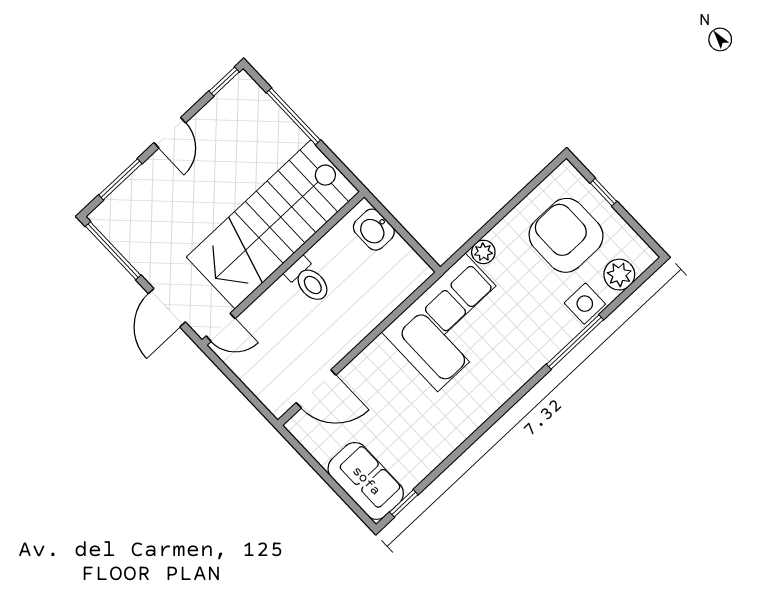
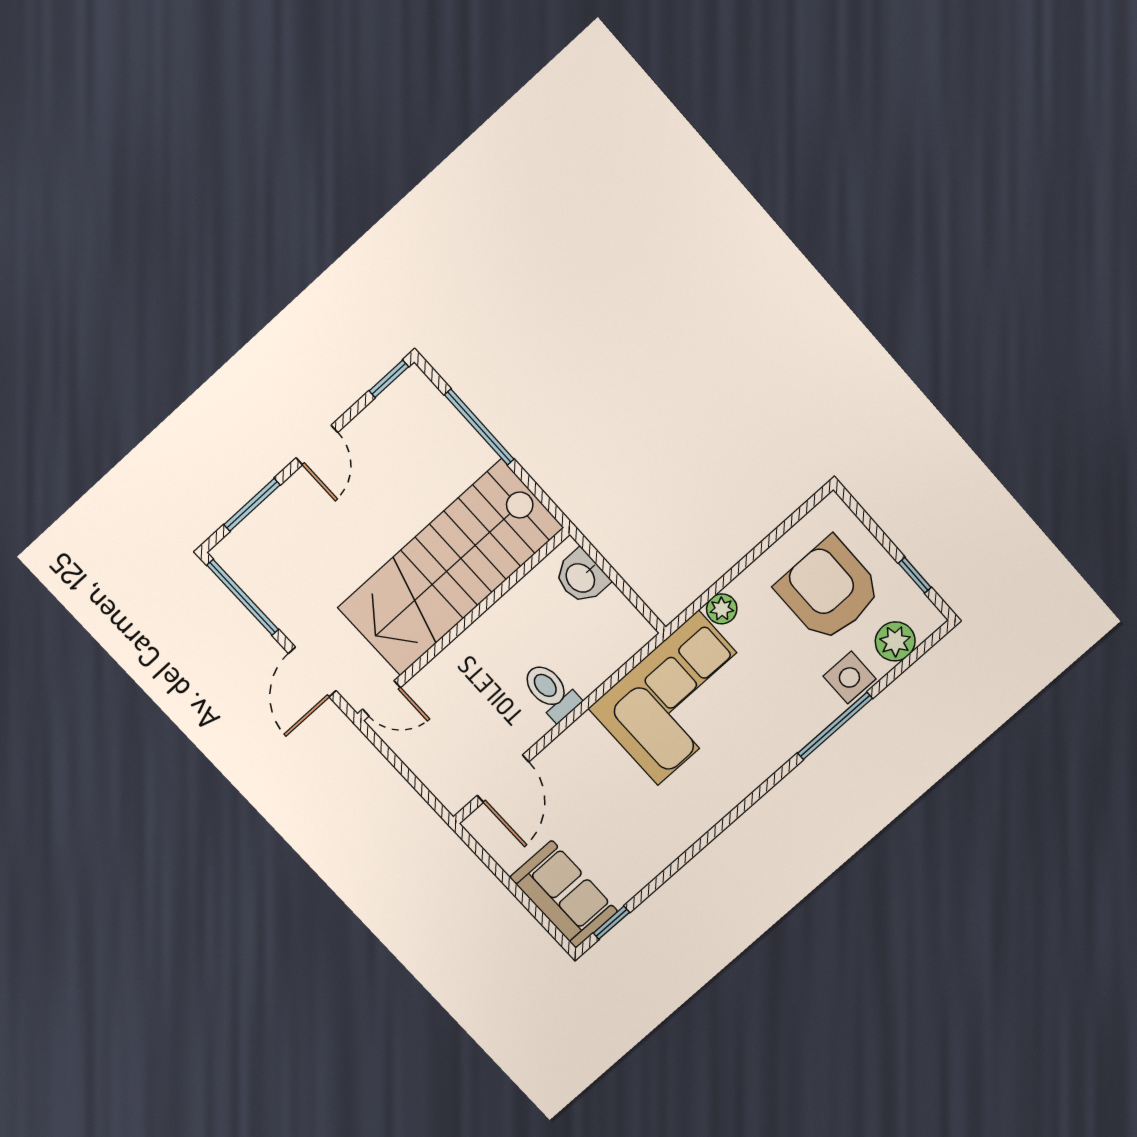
window: (604, 192) -> (915, 575), moved
toilet: (308, 280) -> (551, 691), moved, turned 180
door: (316, 389) -> (503, 779), hinge flipped

